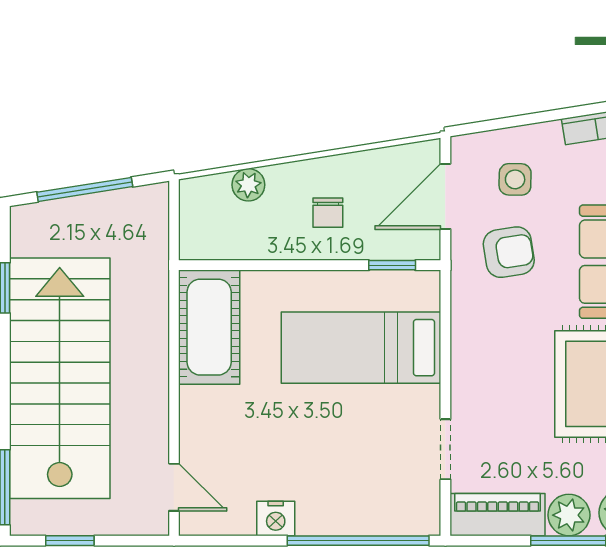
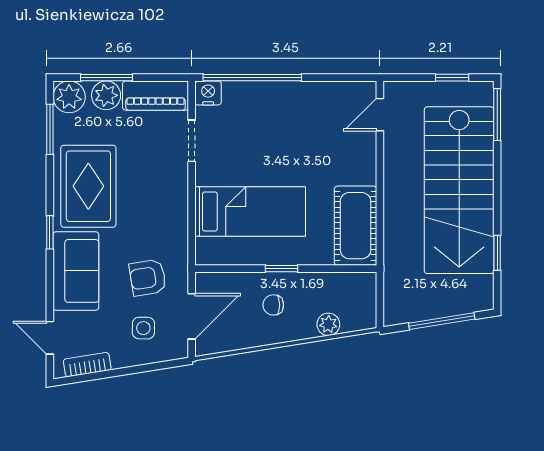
chair: (328, 213) -> (273, 305), turned -90
window: (392, 265) -> (281, 269), moved
door: (174, 487) -> (380, 115), hinge flipped
nightstand: (276, 518) -> (208, 93), moved

